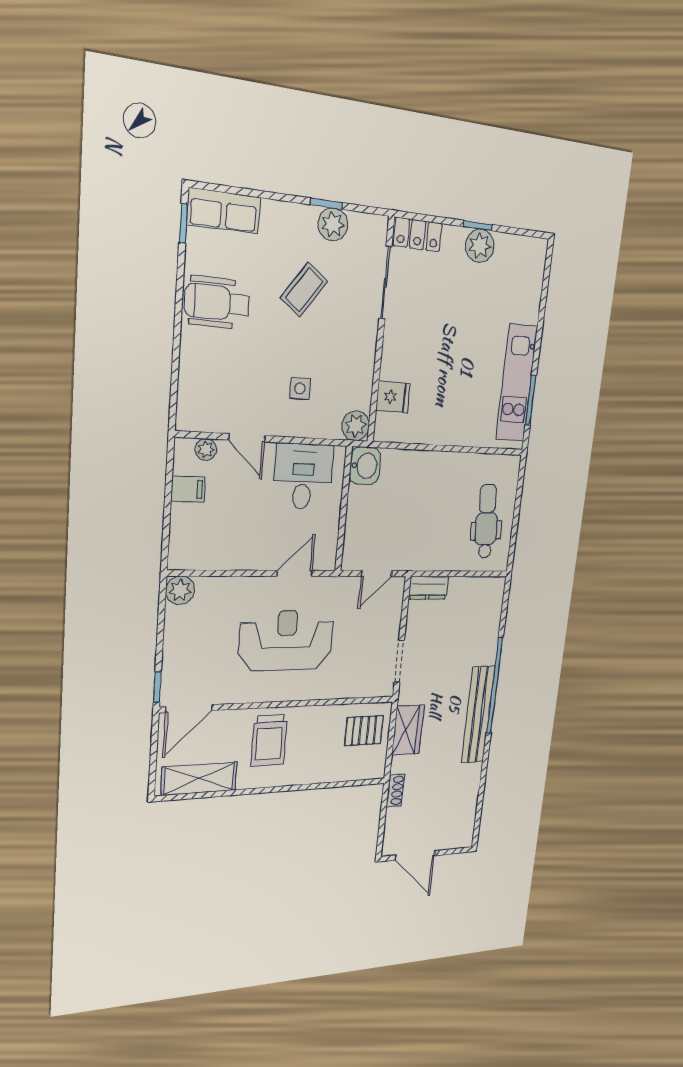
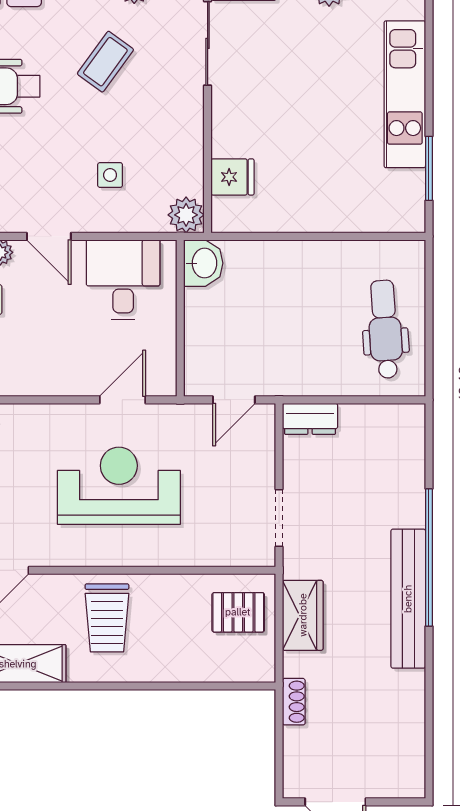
kitchen unit: (517, 383) -> (405, 94), moved

